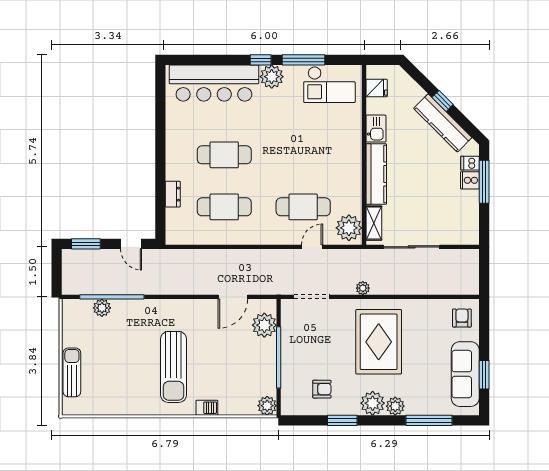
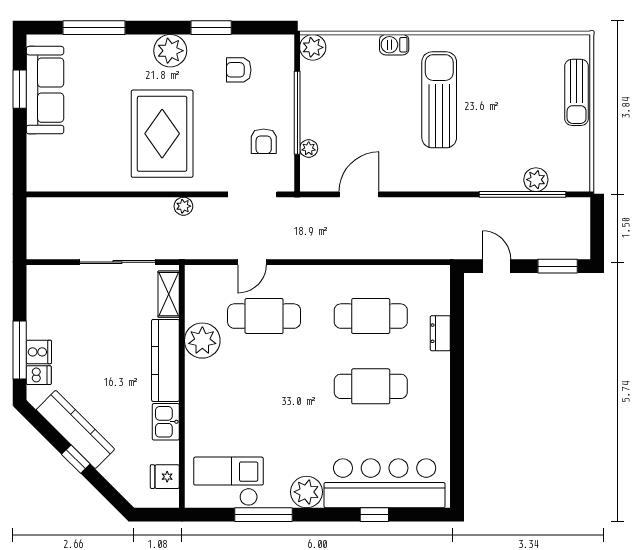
window: (261, 60) -> (374, 515), moved
plant: (349, 228) -> (202, 341), moved
armchair: (462, 318) -> (264, 141), moved
plant: (264, 325) -> (309, 148), width x0.53, depth x0.53
plant: (395, 406) -> (140, 47), removed

